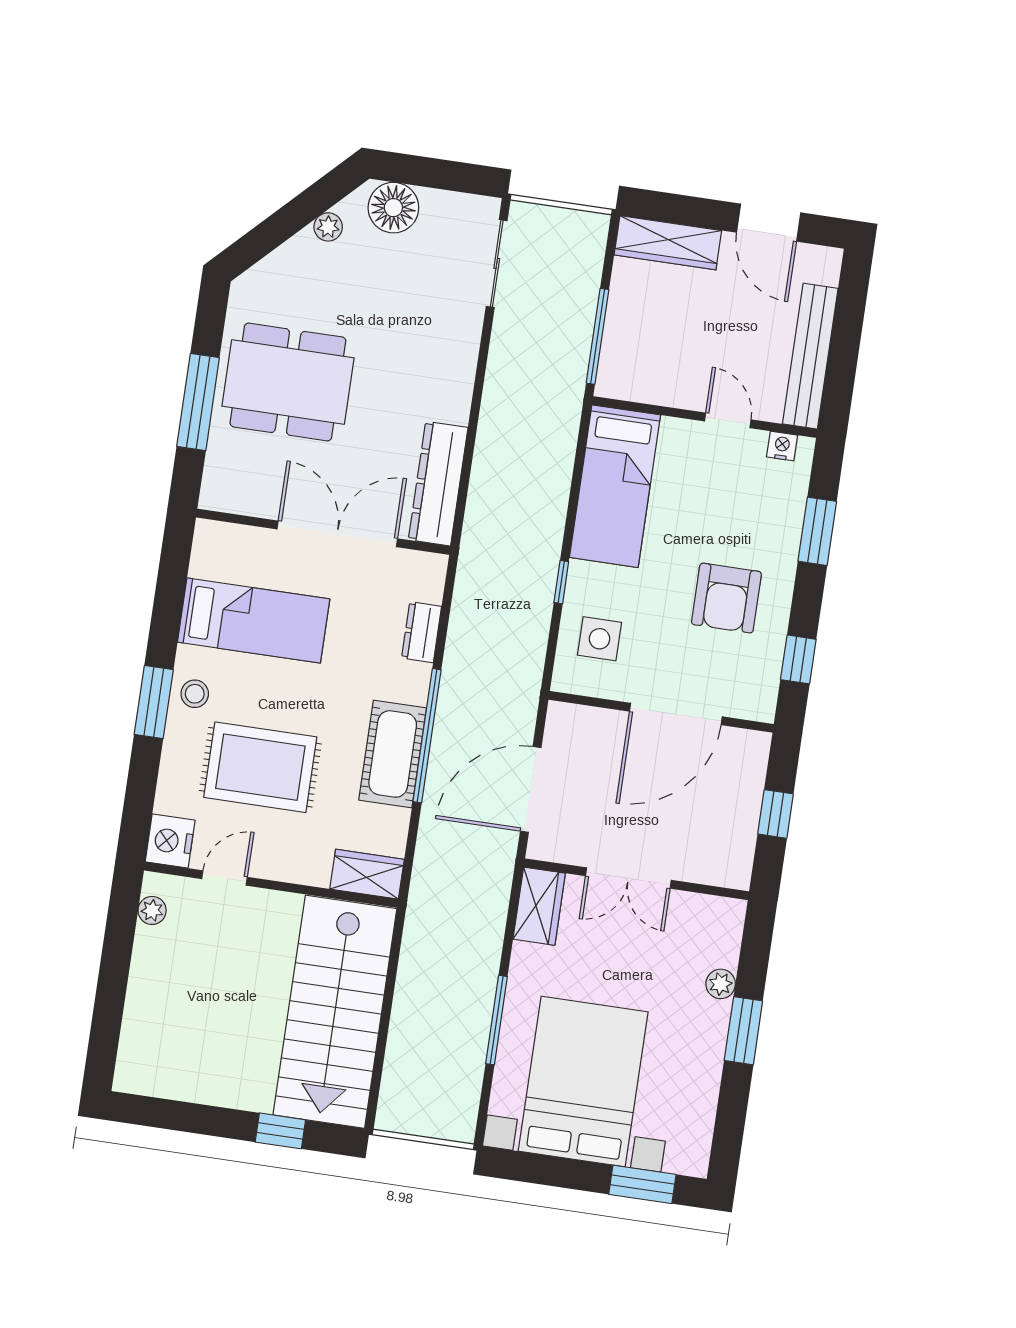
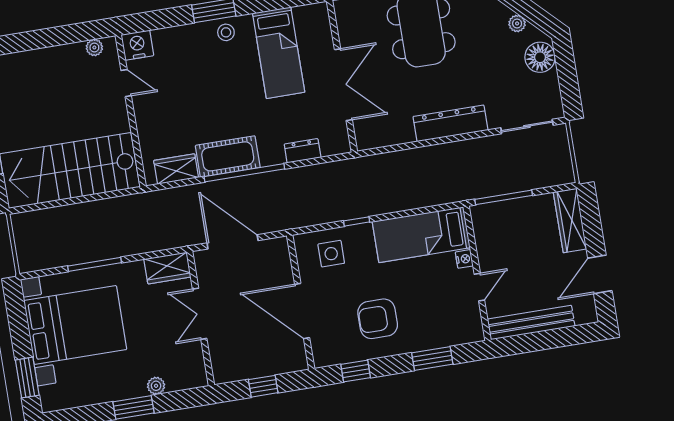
nightstand: (782, 446) -> (464, 259), moved
dresser: (438, 484) -> (450, 123), moved
rug: (260, 767) -> (196, 83), removed
wardrobe: (367, 874) -> (176, 169), moved, turned -90

